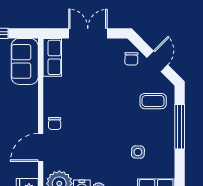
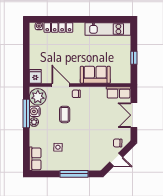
double door: (88, 33) -> (134, 115), swing flipped
sofa: (25, 61) -> (95, 75), moved
coffee table: (153, 101) -> (65, 114), moved

